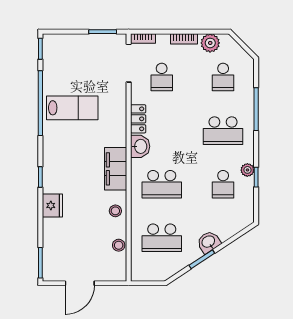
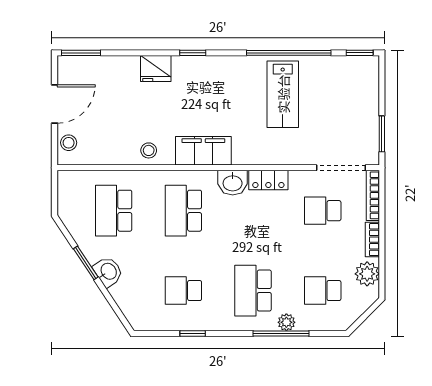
bookcase: (143, 38) -> (373, 195), width x1.56
plant: (247, 170) -> (286, 322), moved
stool: (119, 245) -> (69, 143), moved
door: (80, 283) -> (55, 104), swing flipped

